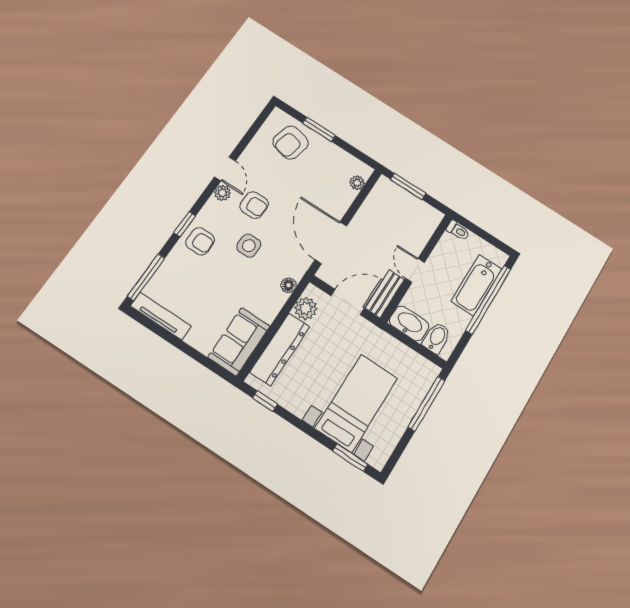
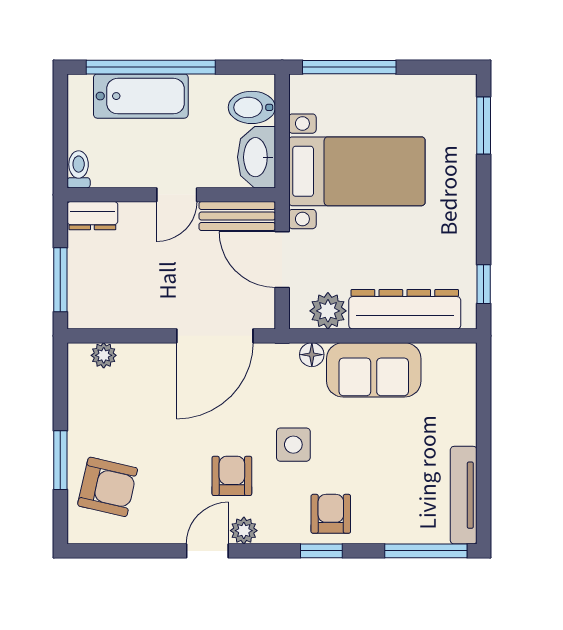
dresser: (430, 222) -> (92, 216), added
sofa: (239, 342) -> (374, 370), moved
bed with nightstands: (357, 403) -> (357, 171), moved, turned 180

